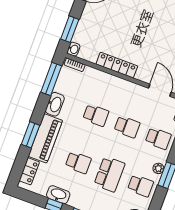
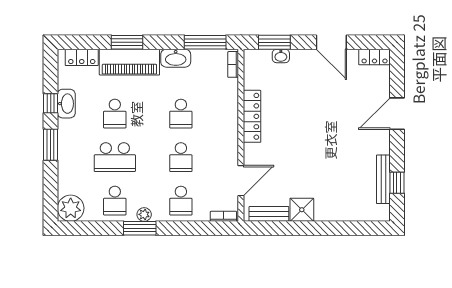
washbasin: (74, 49) -> (281, 56), moved

